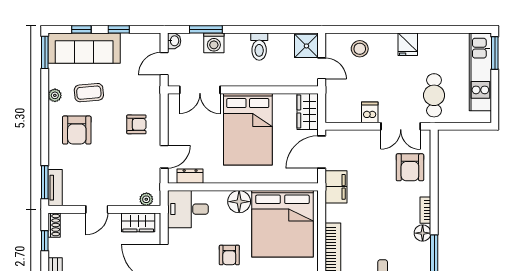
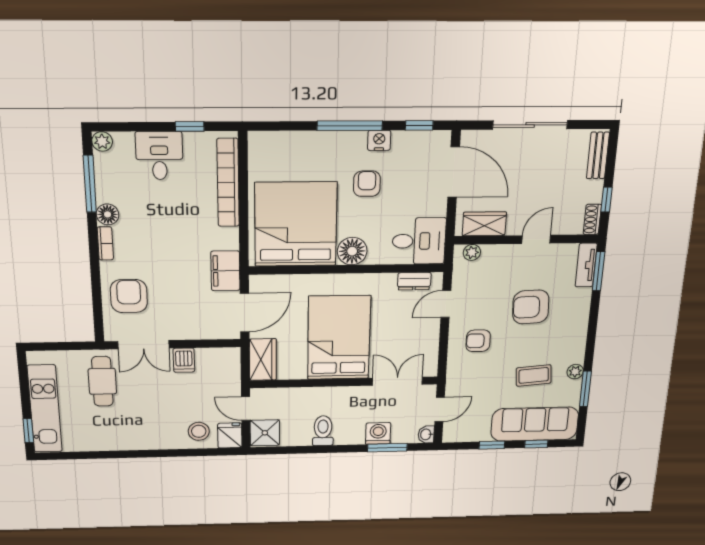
fridge: (408, 44) -> (230, 435), moved
window: (45, 52) -> (585, 389), moved
window: (495, 53) -> (28, 431), width x0.67
double door: (401, 126) -> (143, 345), swing flipped
armchair: (77, 130) -> (531, 307), moved, turned -93

